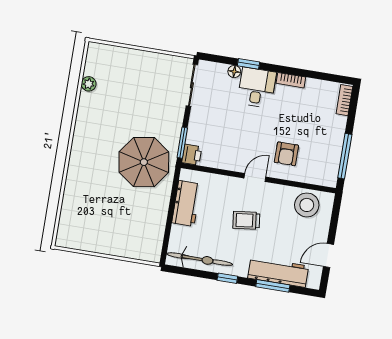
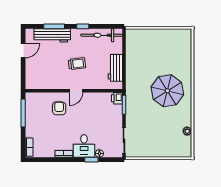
parasol: (144, 162) -> (167, 91), moved
stool: (307, 205) -> (42, 79), removed

